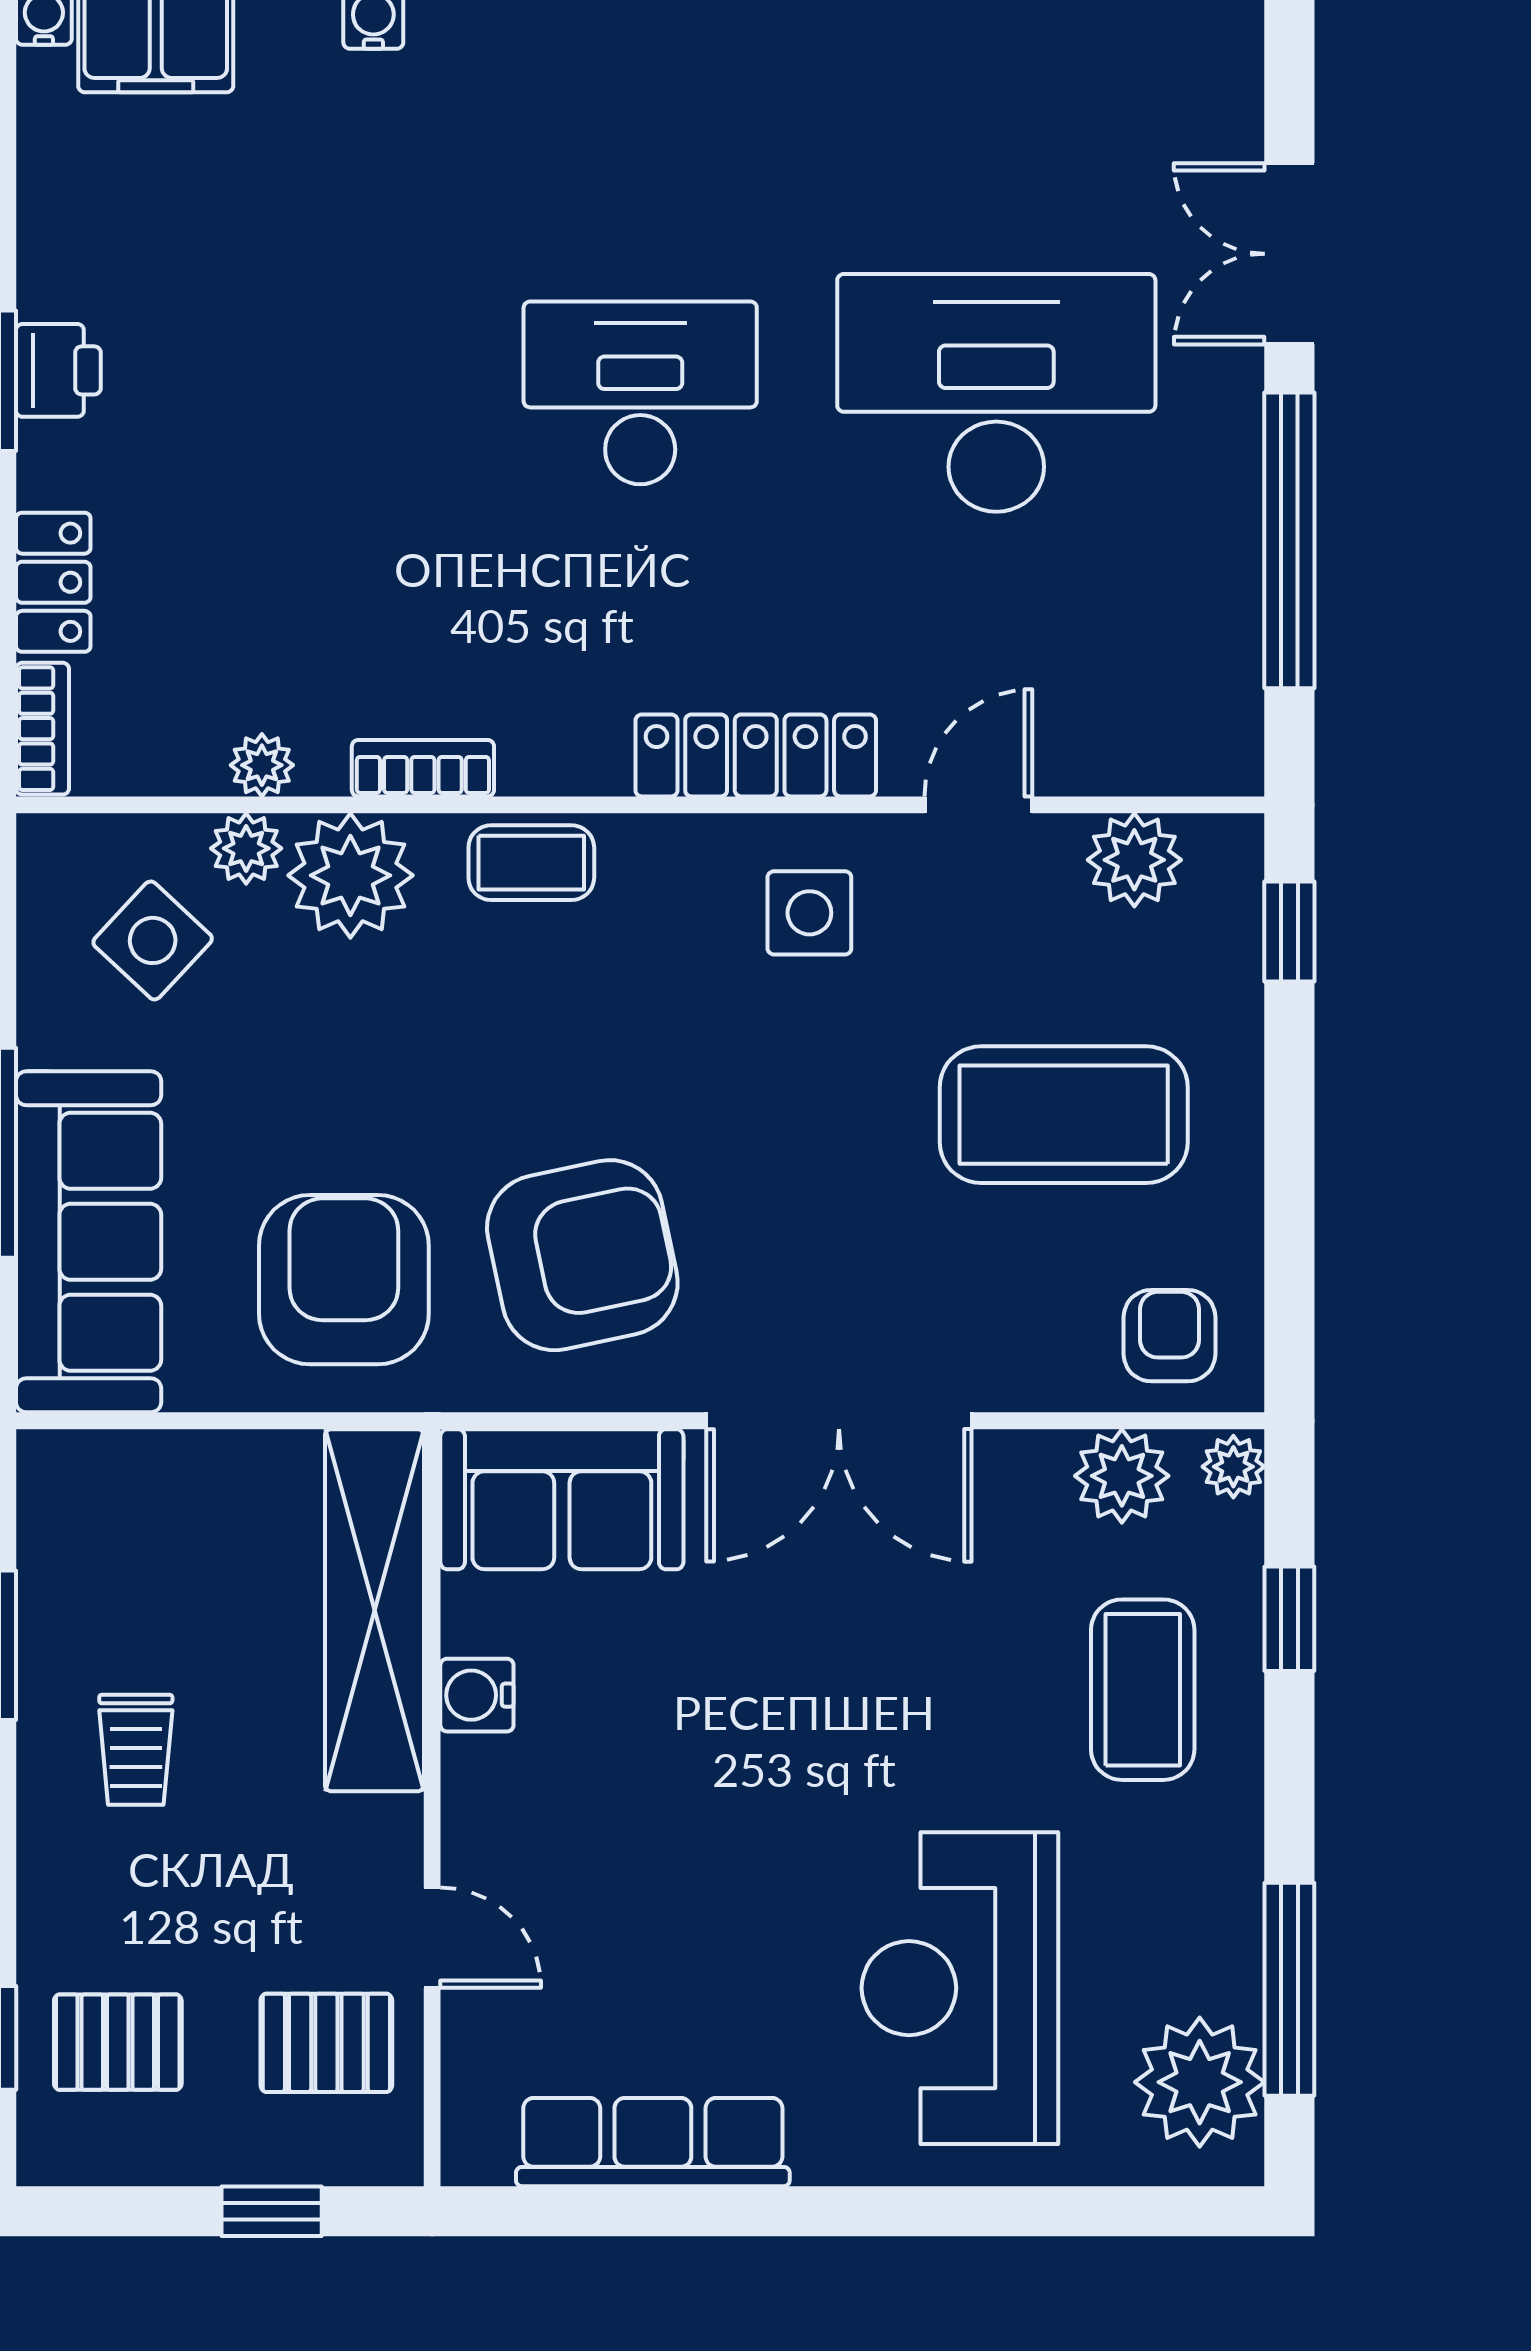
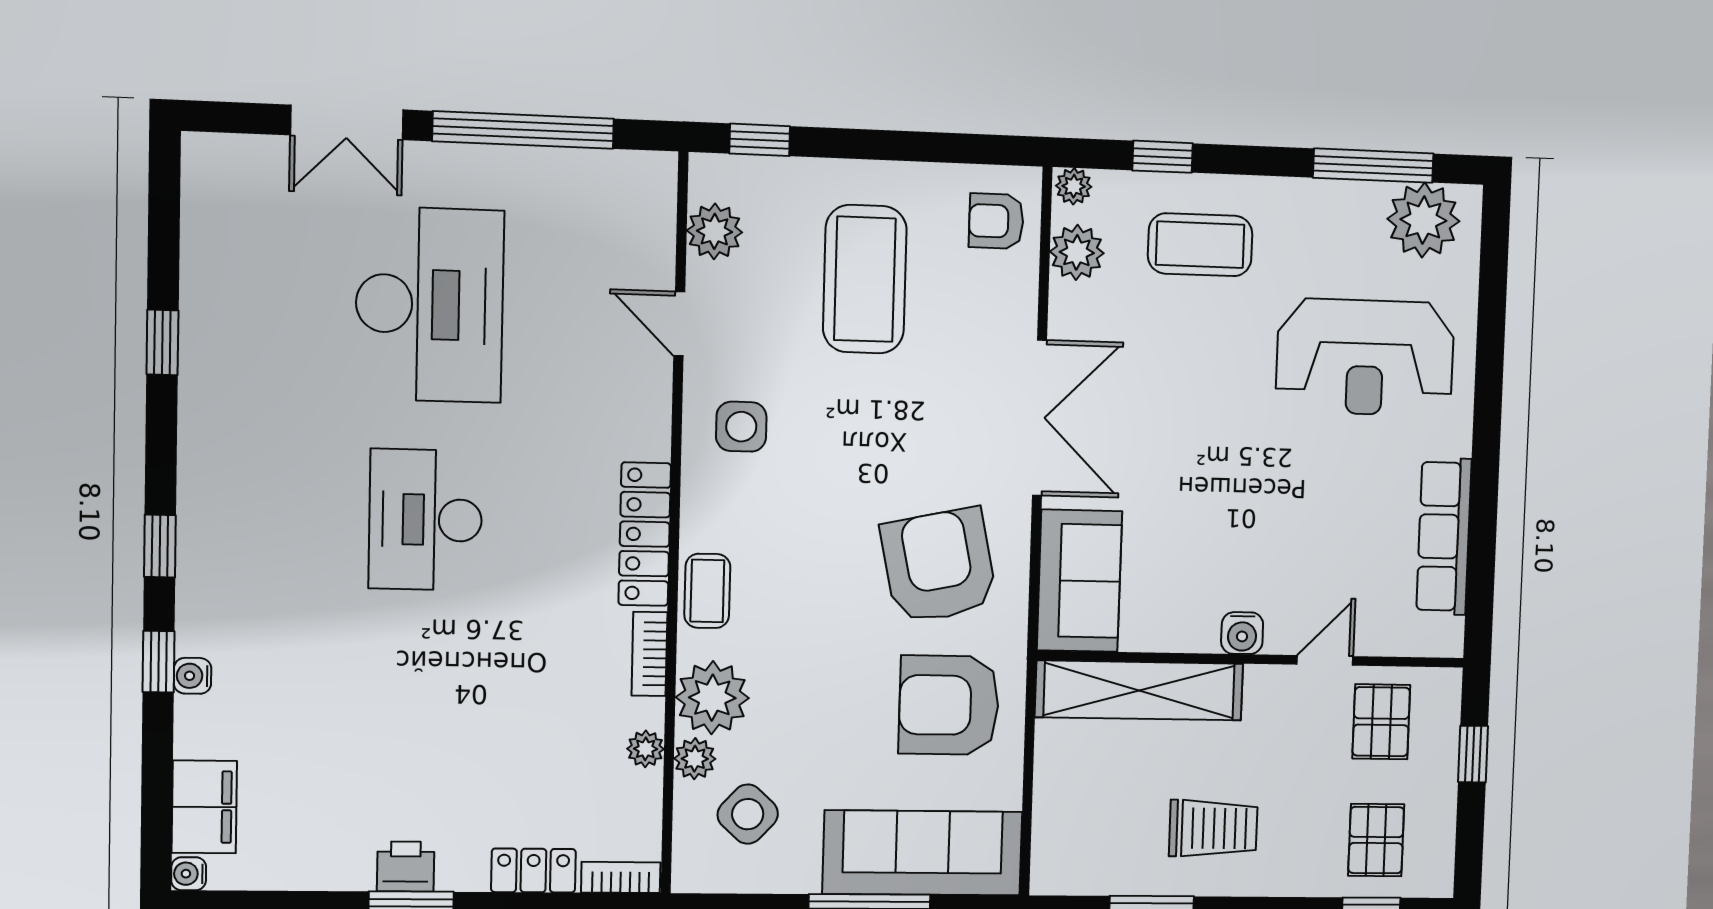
desk: (996, 393) -> (430, 305), turned 180
locker: (756, 755) -> (645, 534), moved
water cooler: (477, 1695) -> (1242, 633), moved
trolley: (136, 1750) -> (1213, 828), width x1.36, depth x1.39

